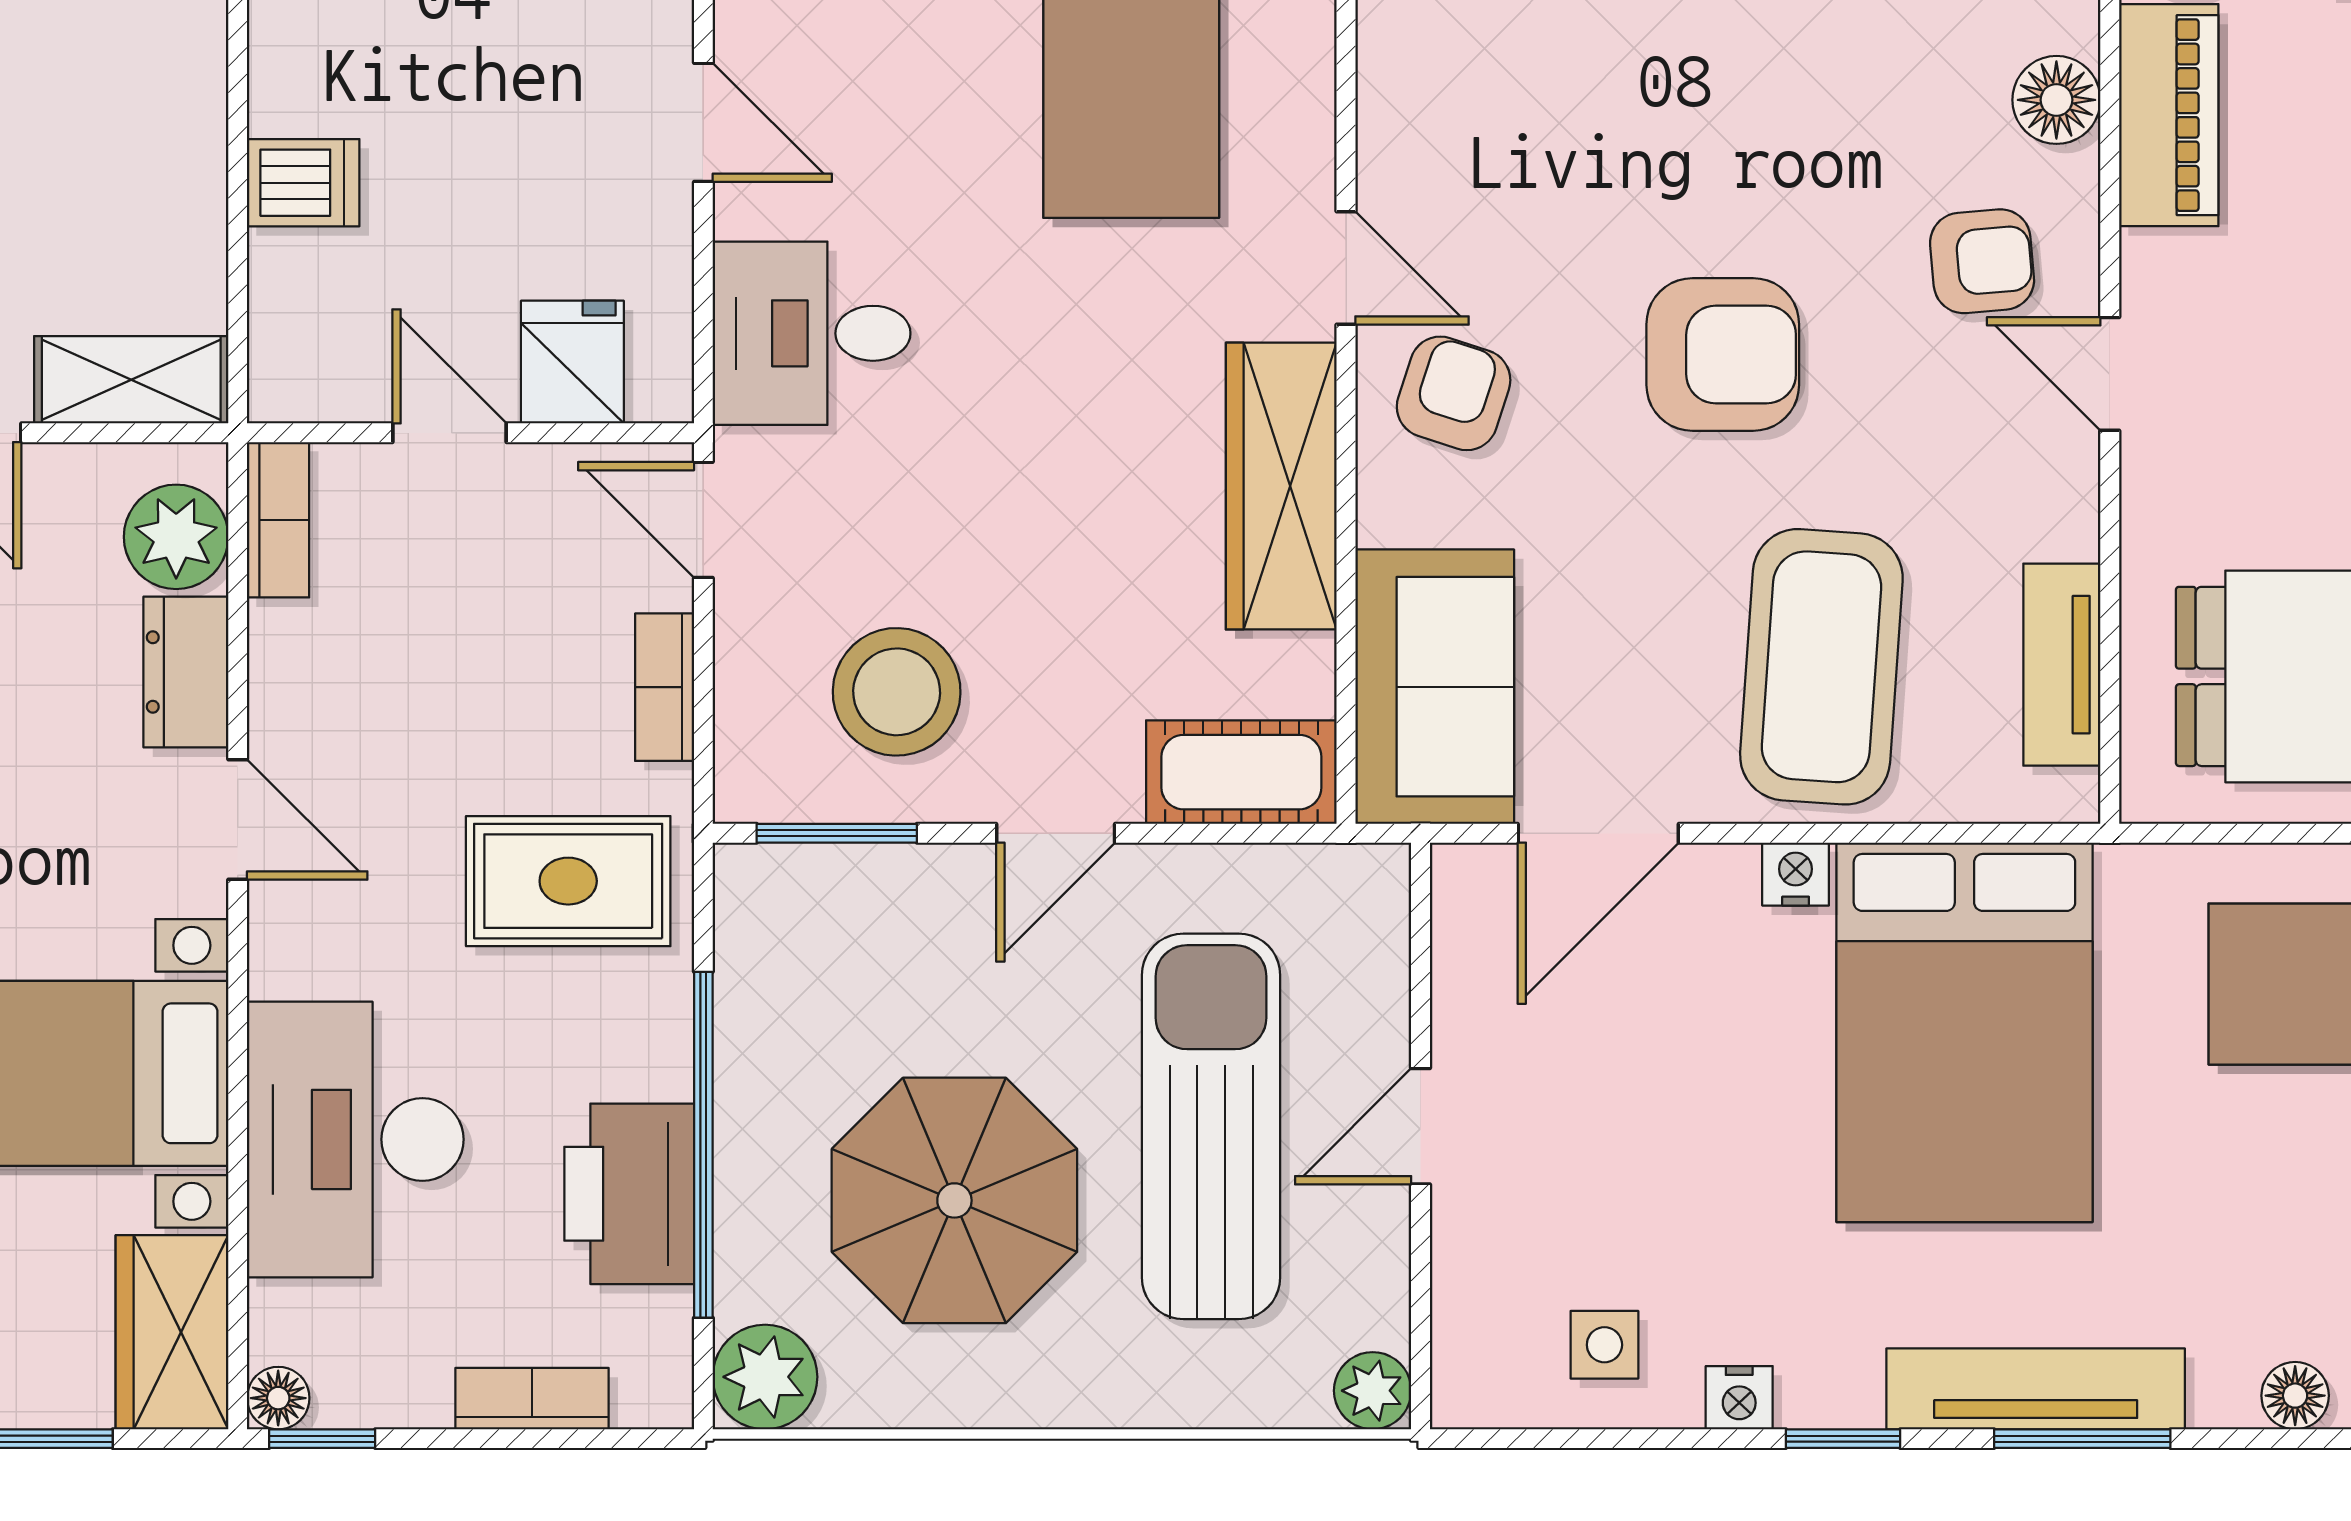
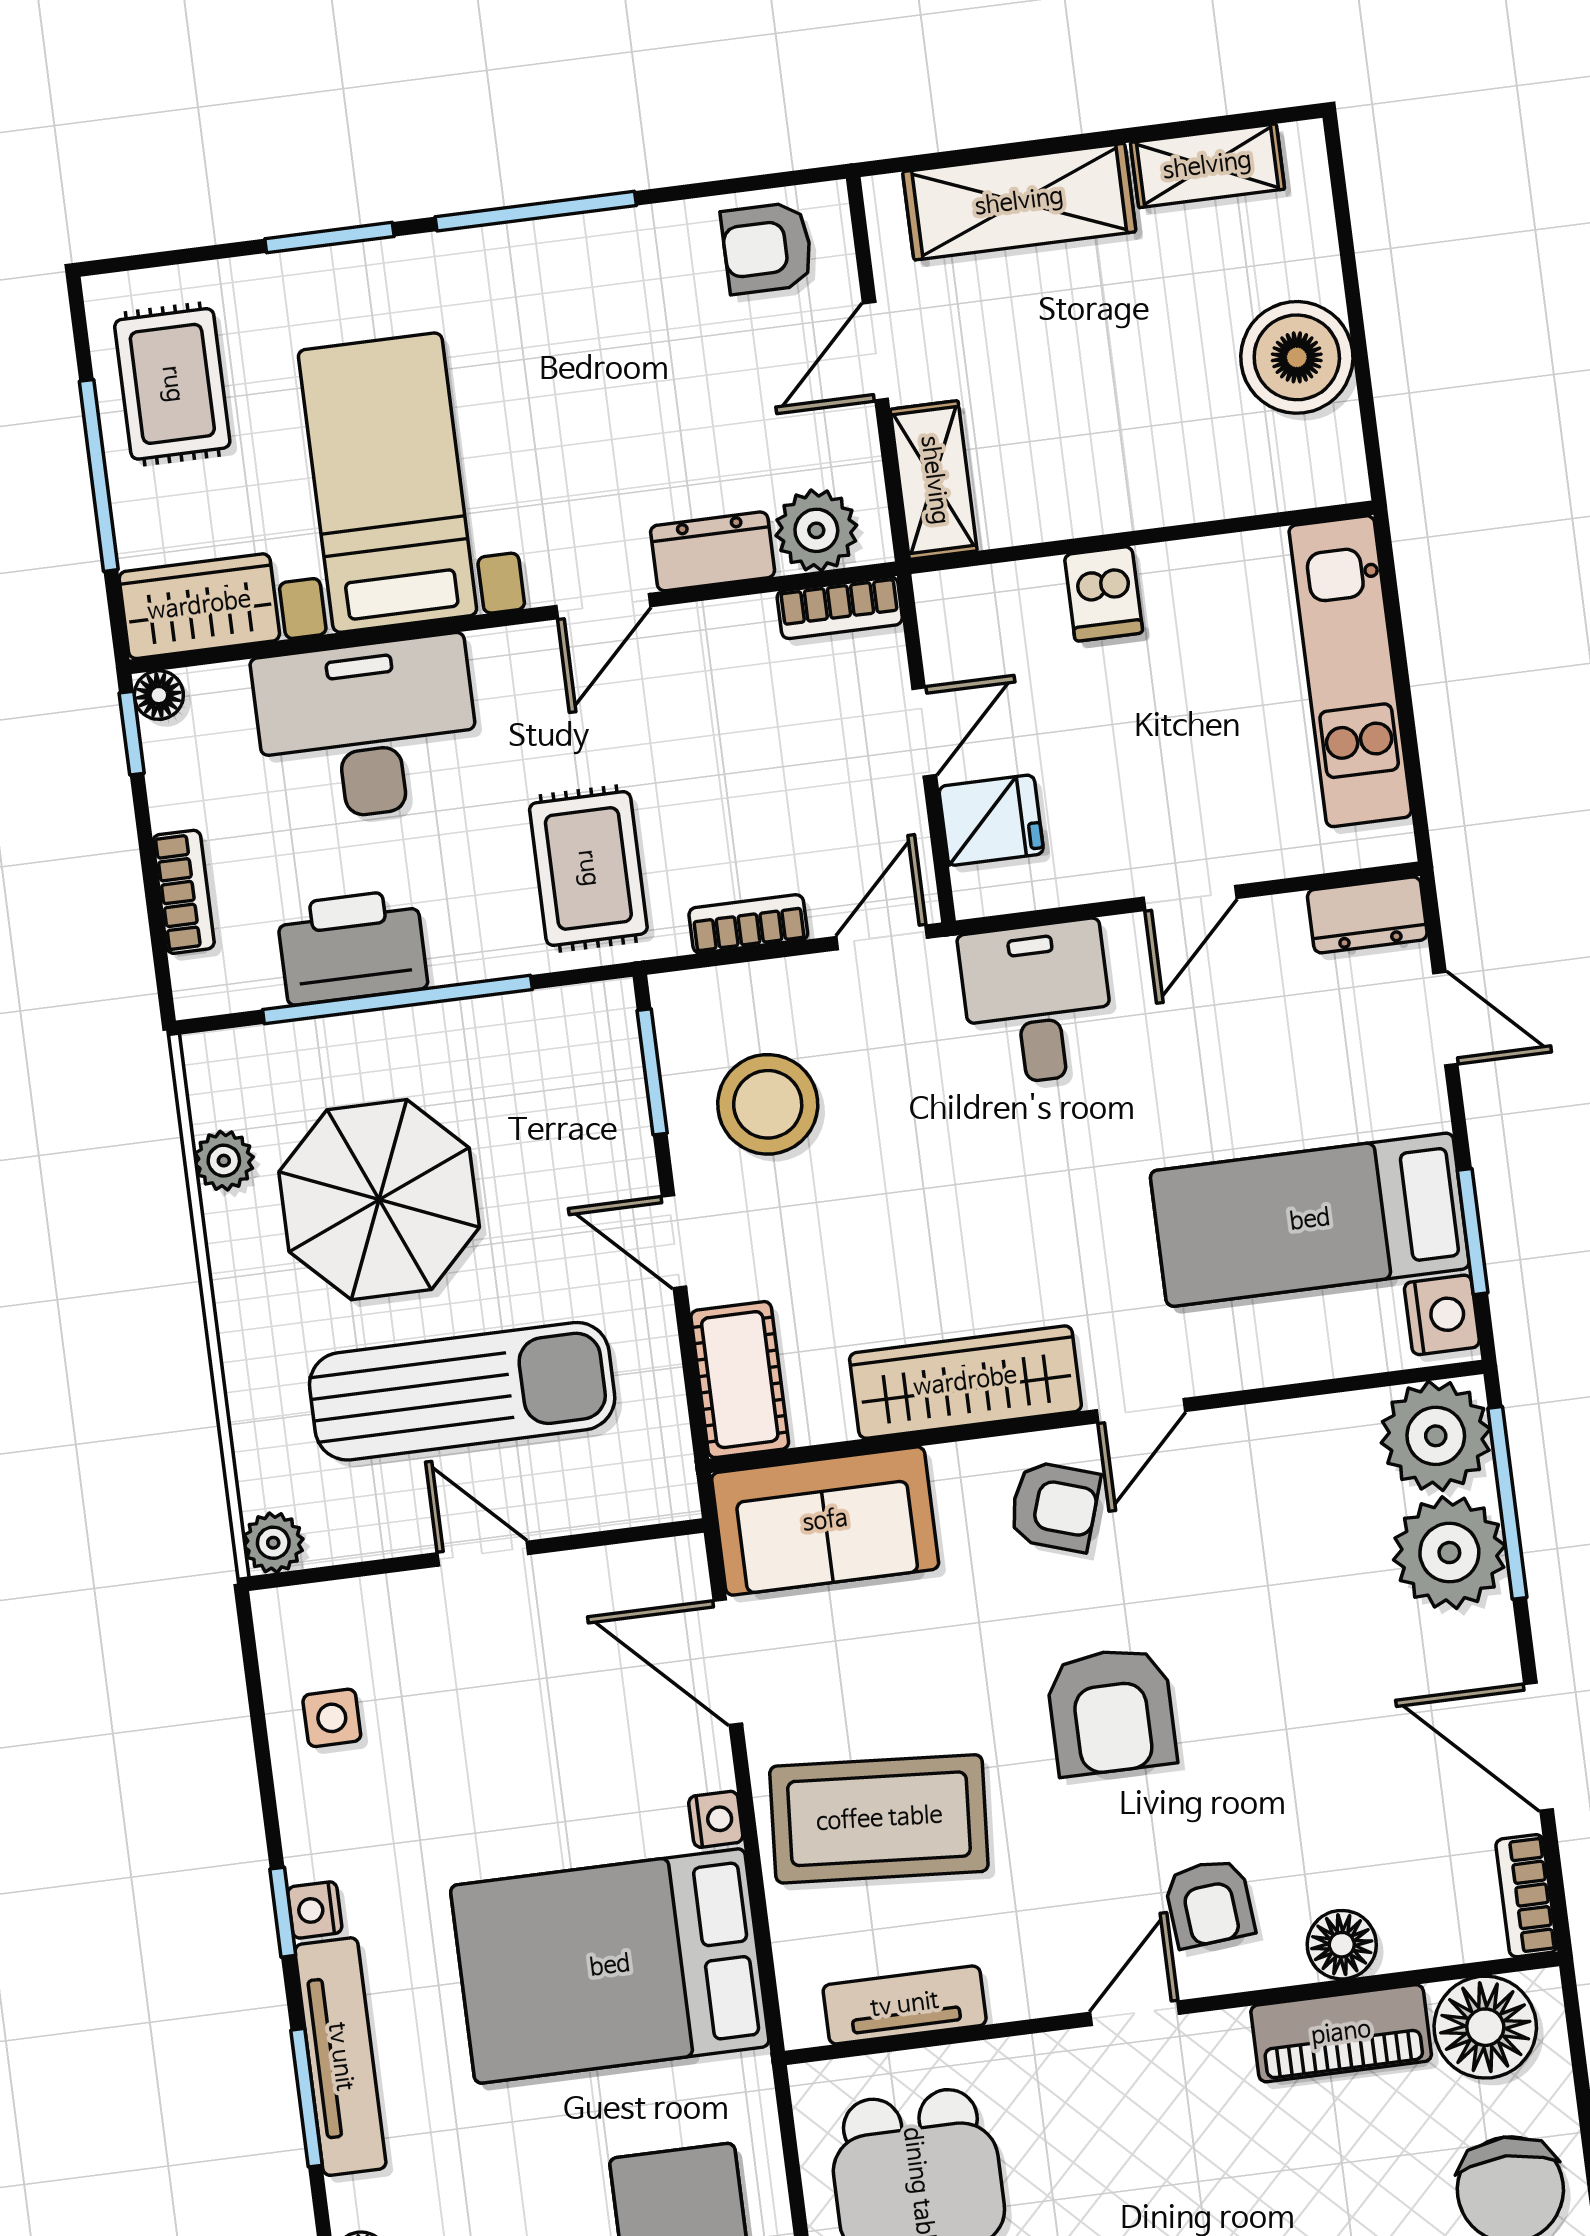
plant: (765, 1377) -> (224, 1161), moved, width x0.73, depth x0.73
nightstand: (1739, 1398) -> (315, 1910), moved

